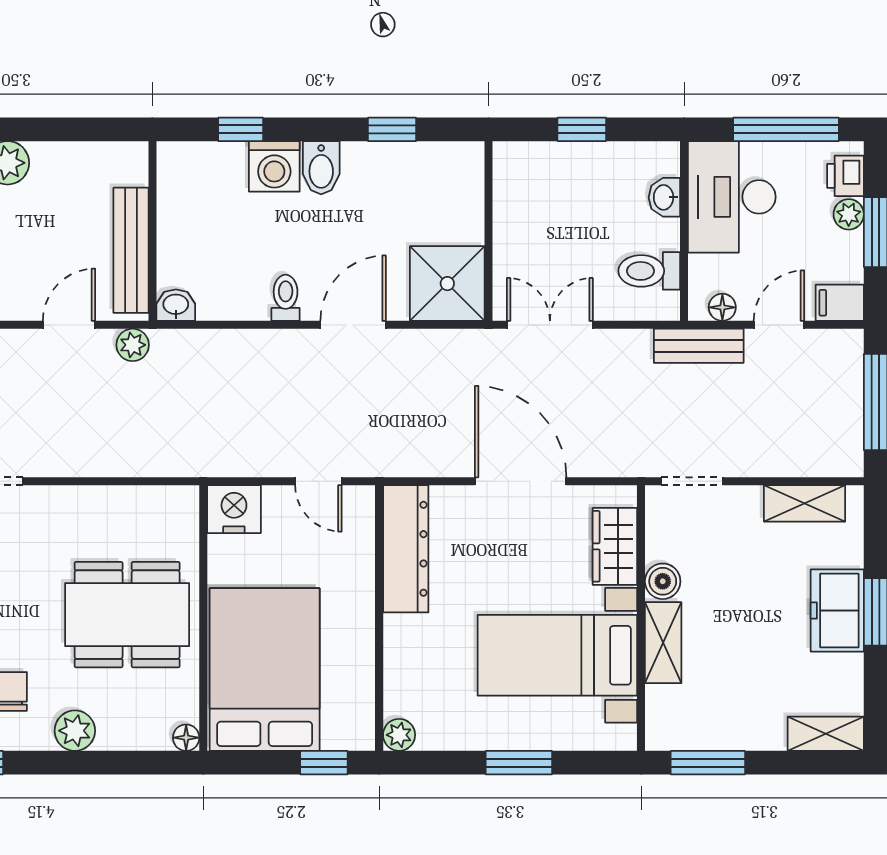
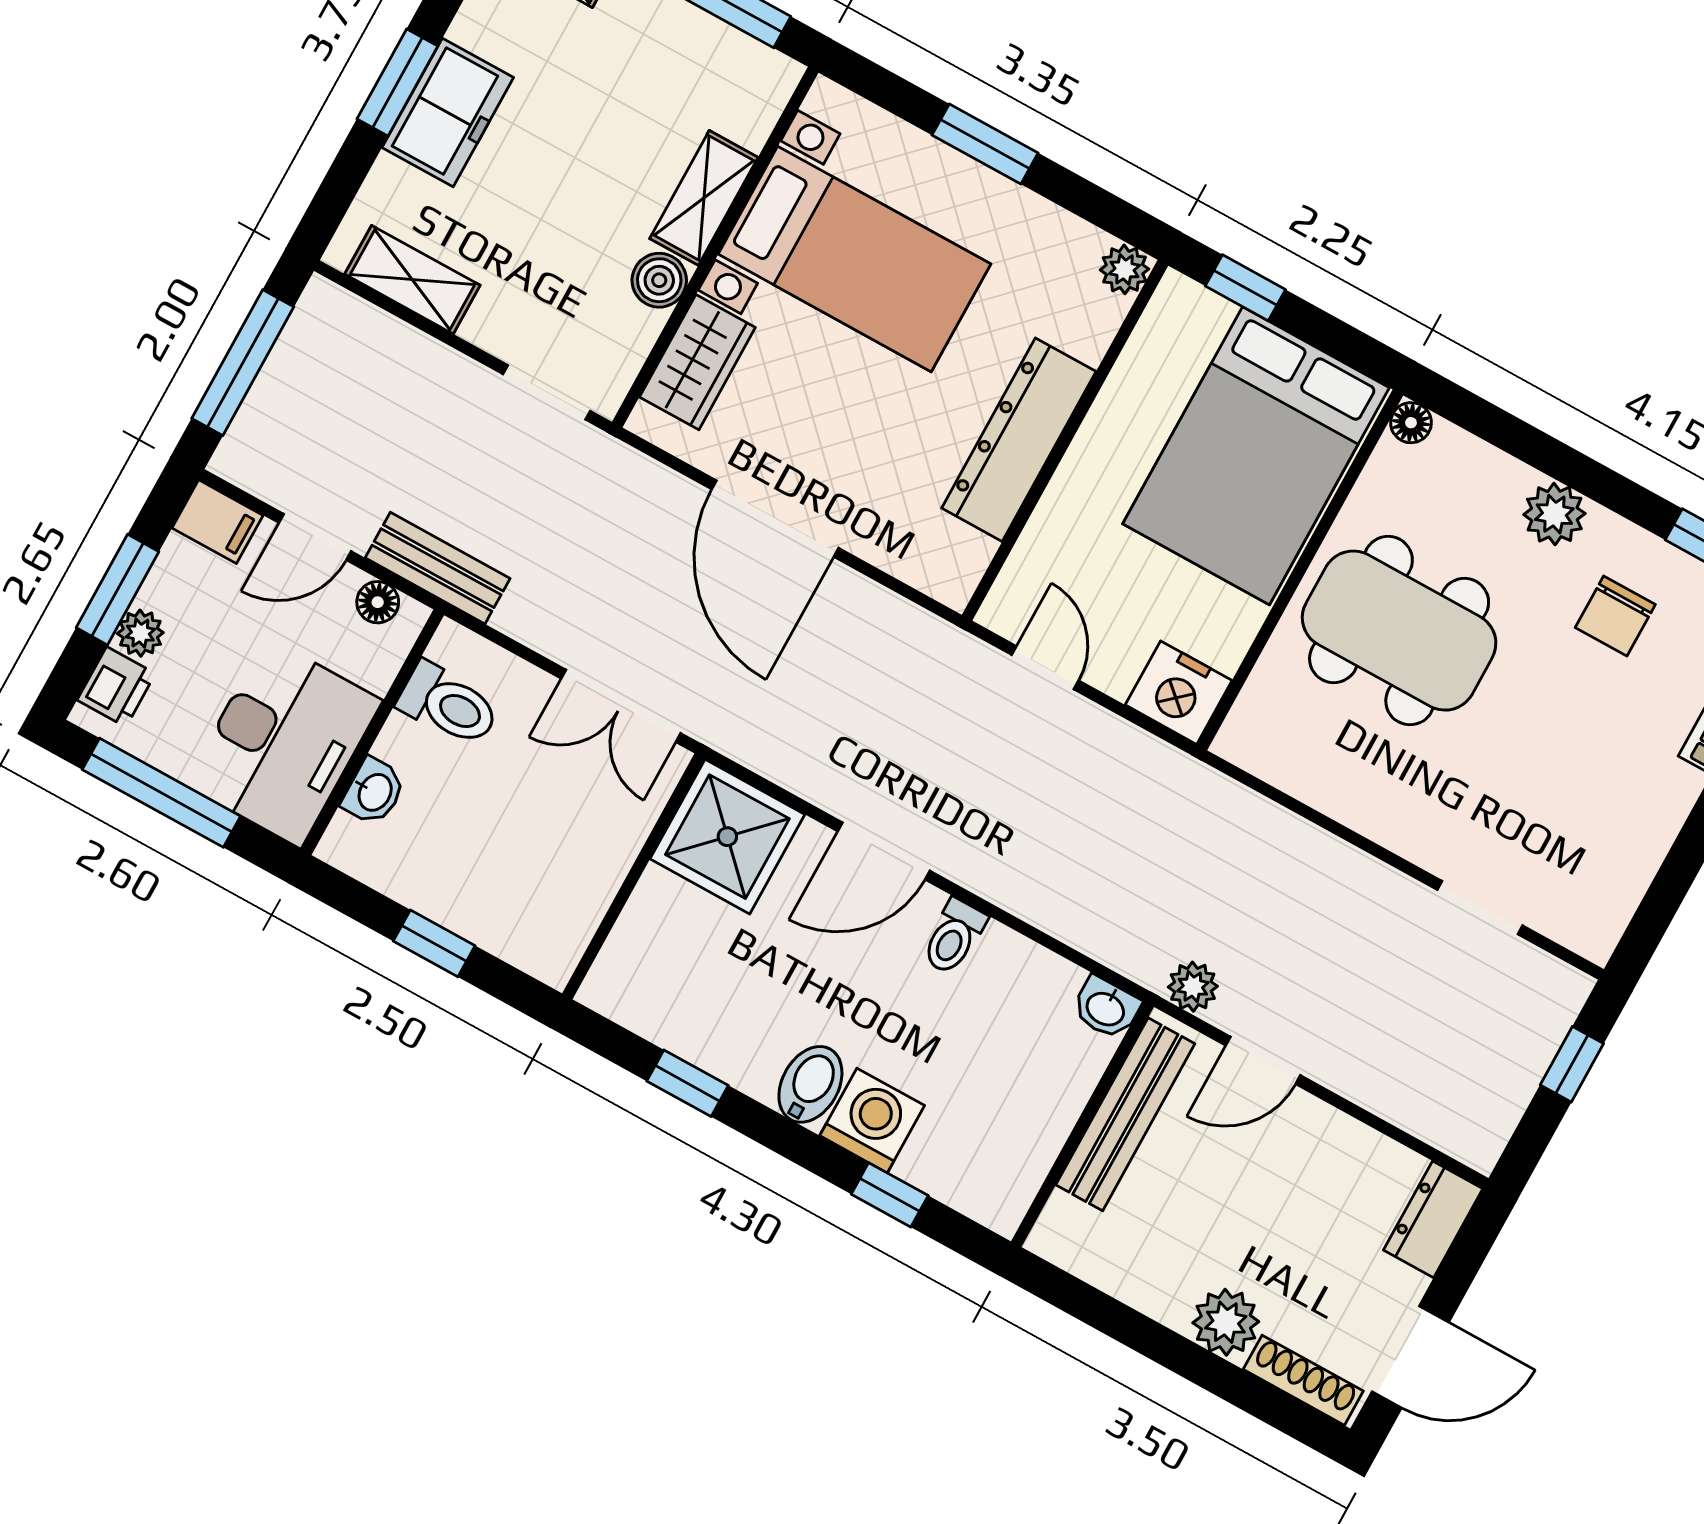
dresser: (406, 549) -> (1019, 440), moved

